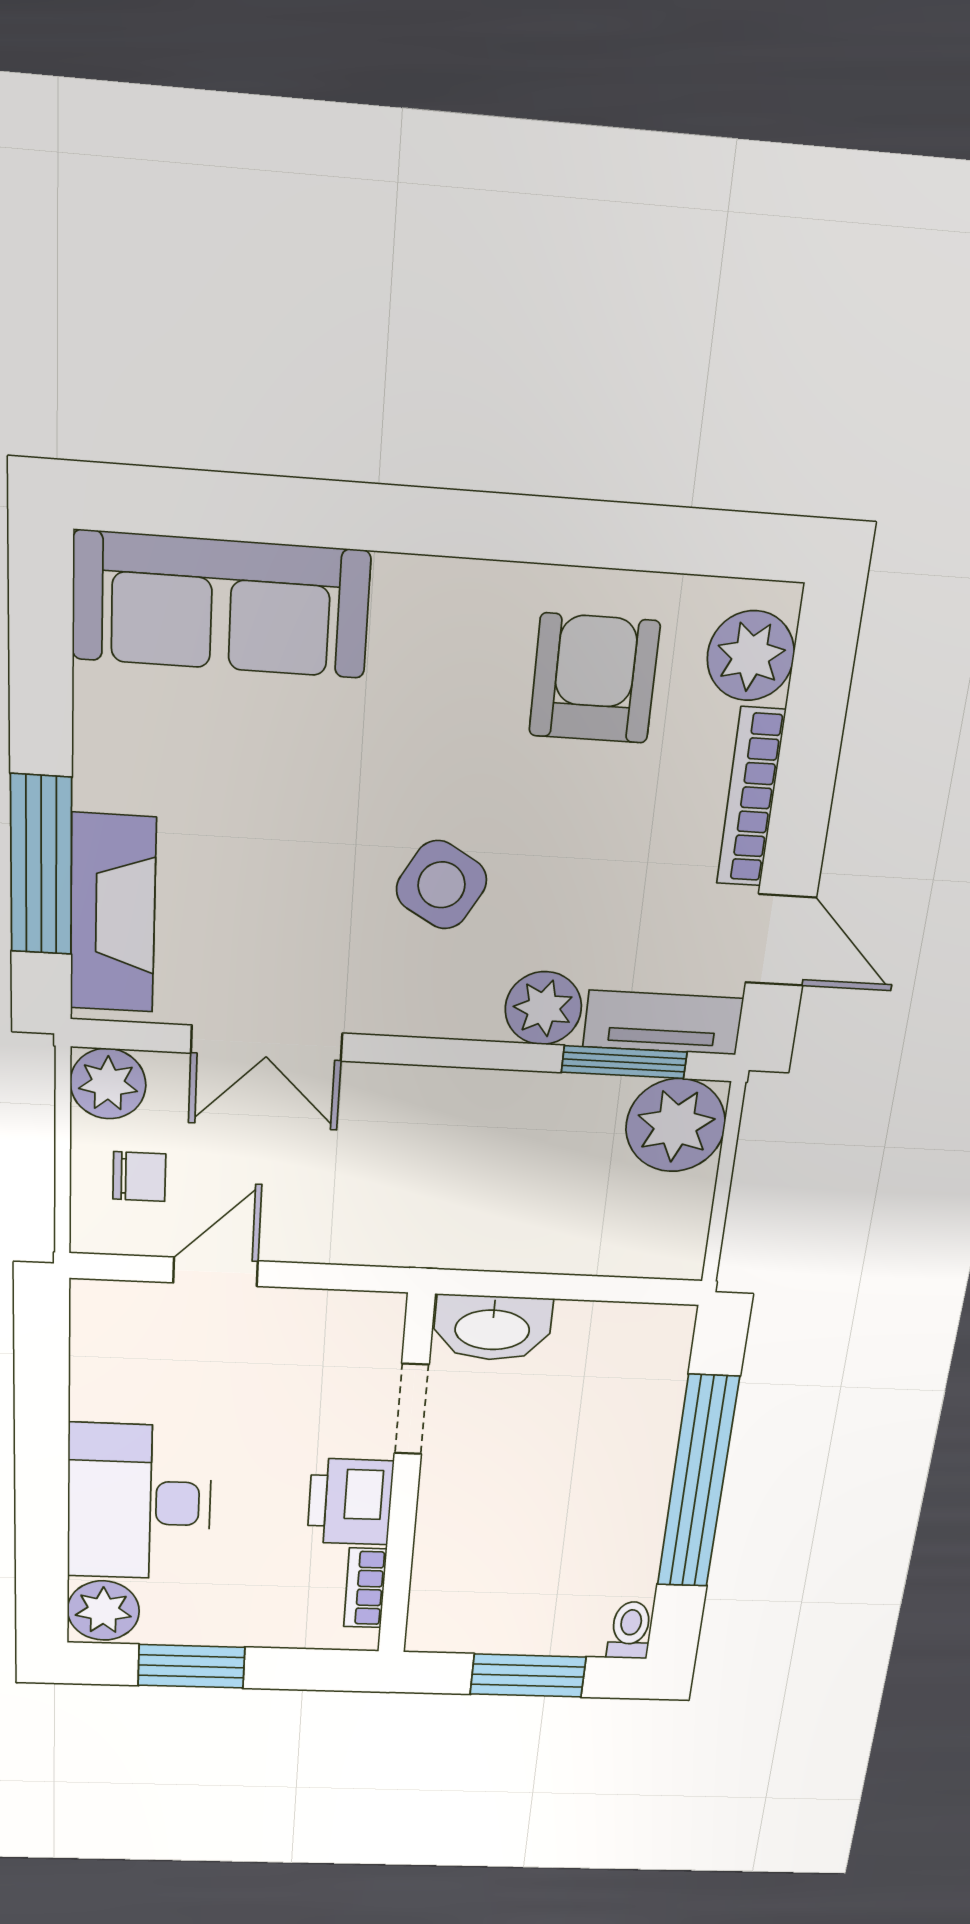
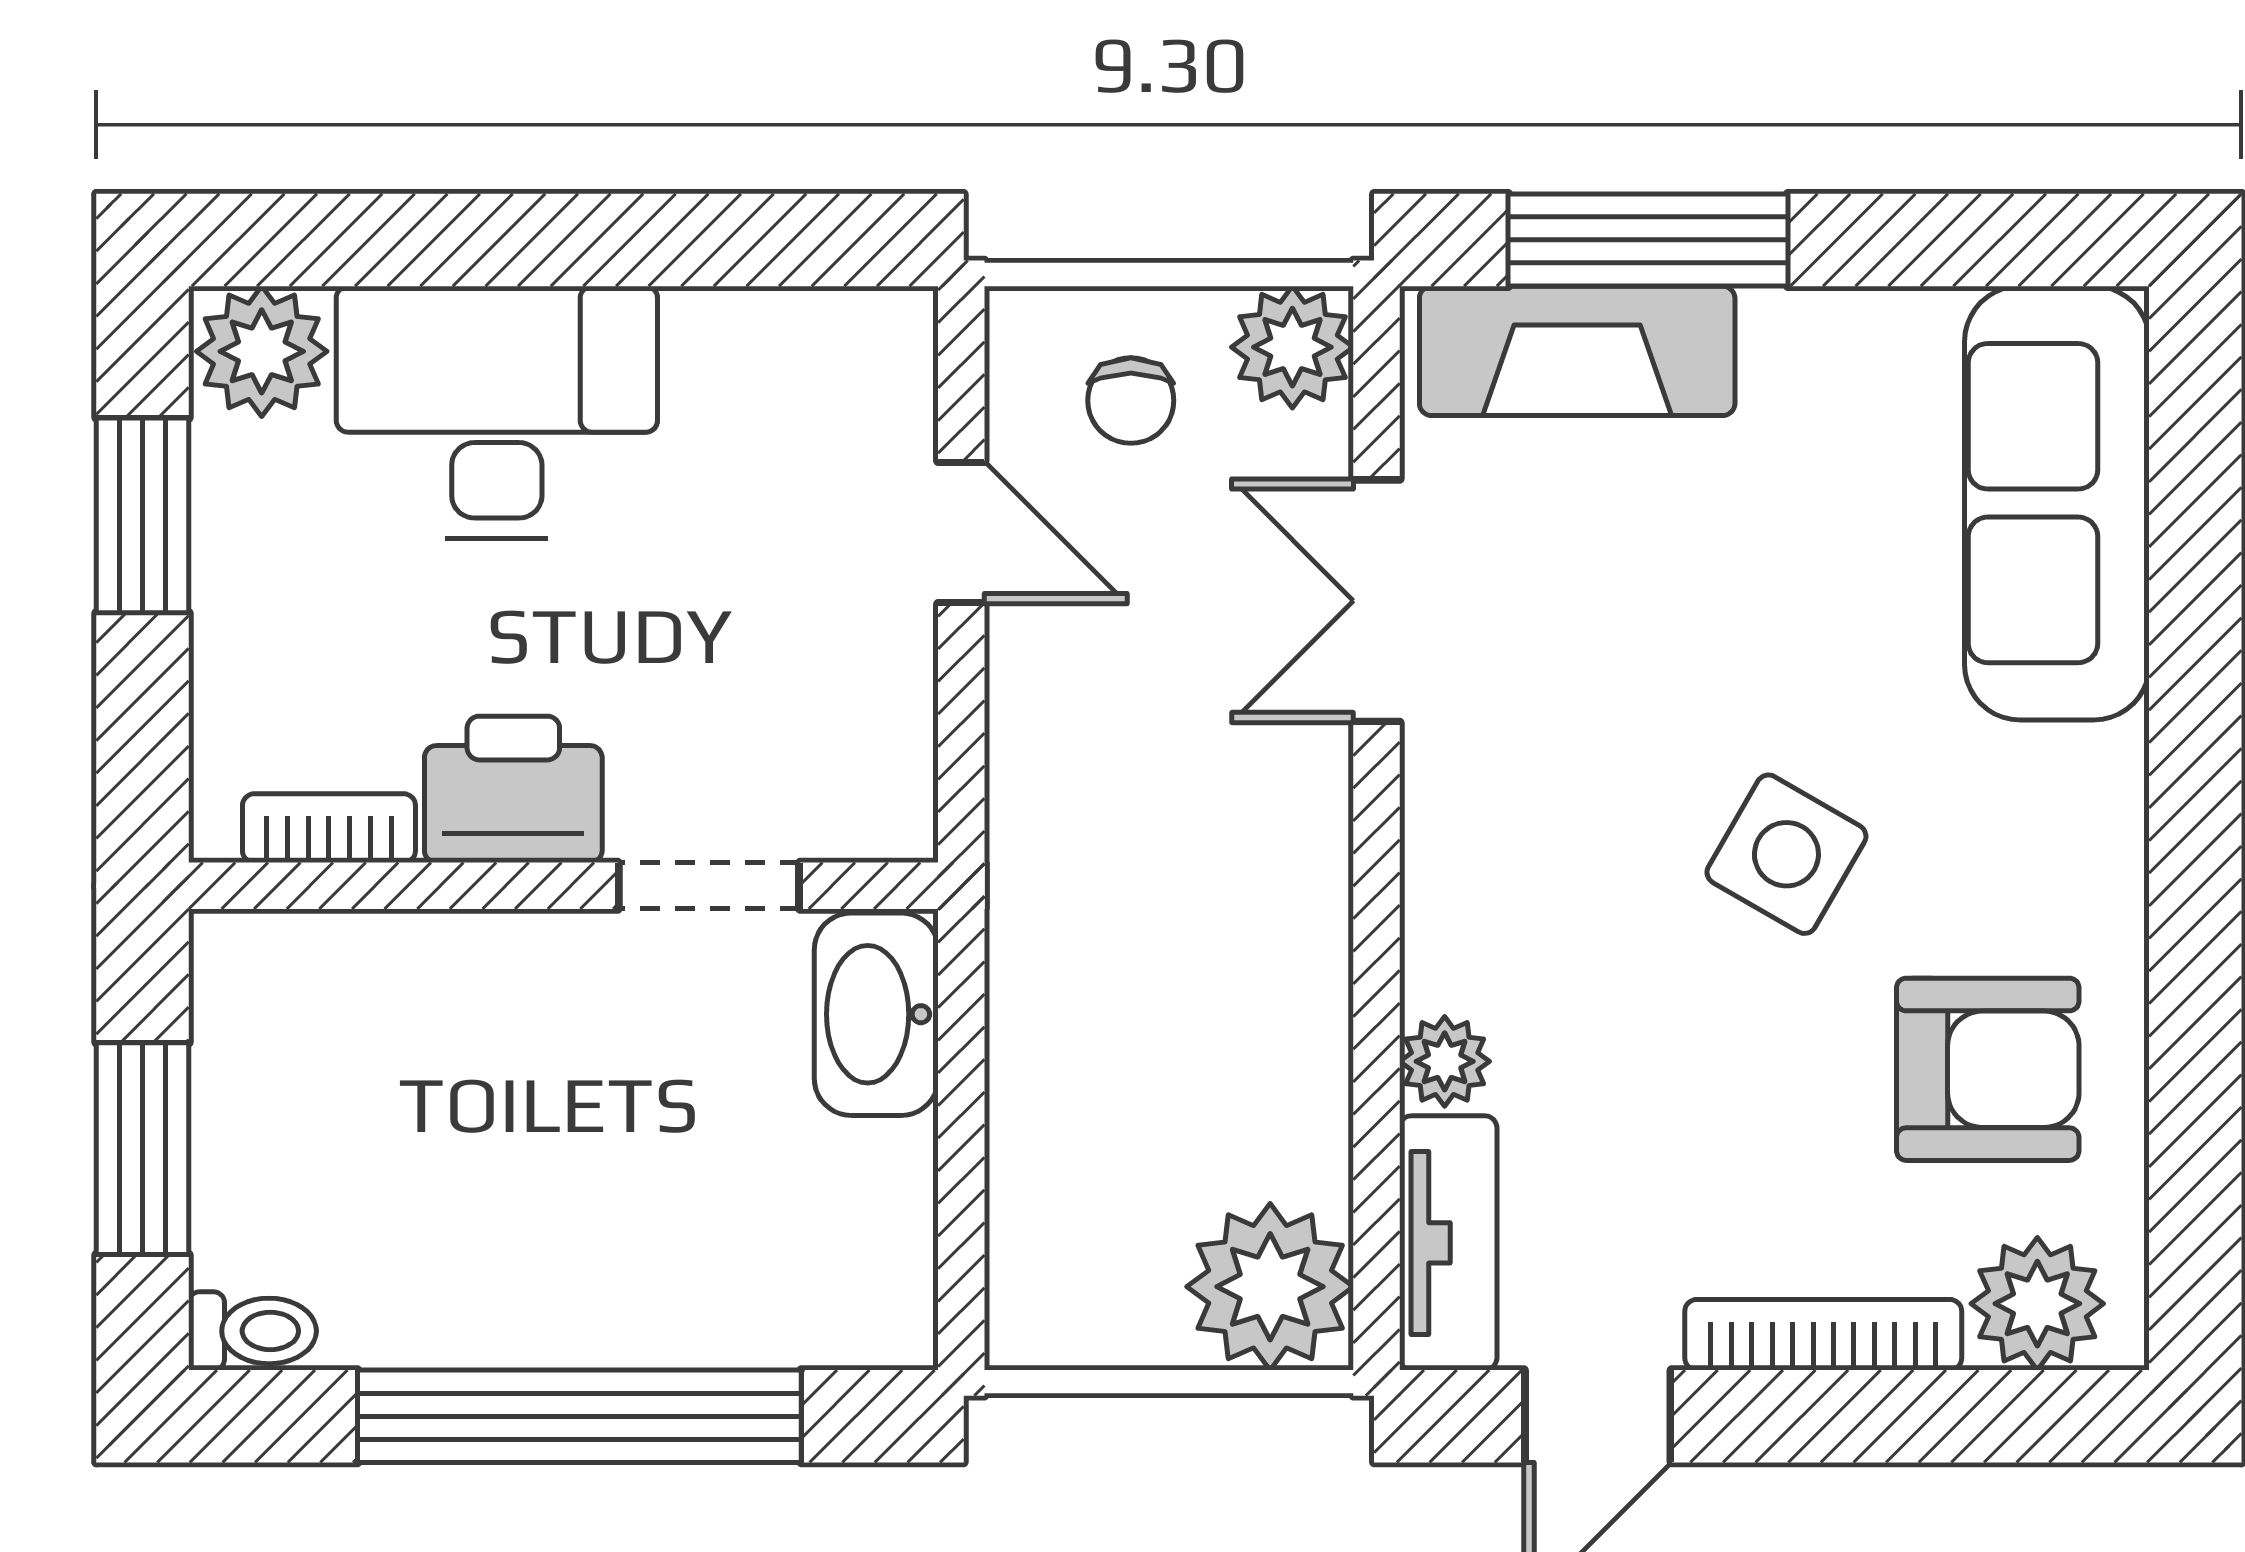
side table: (441, 885) -> (1786, 854), moved
plant: (543, 1008) -> (1445, 1061), width x0.73, depth x0.73
window: (624, 1062) -> (1377, 1187), removed

